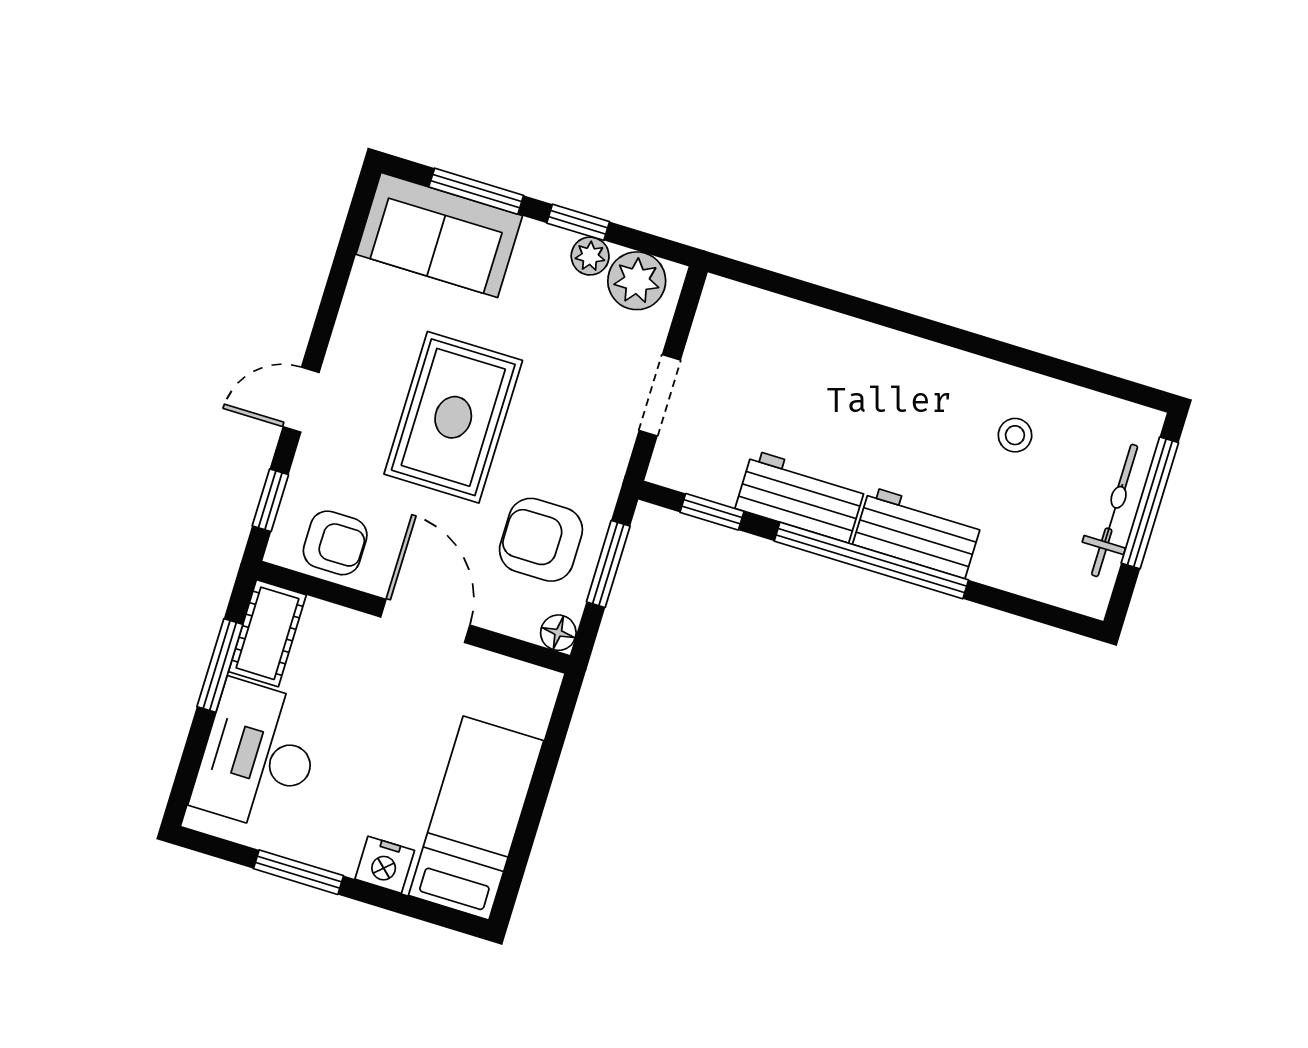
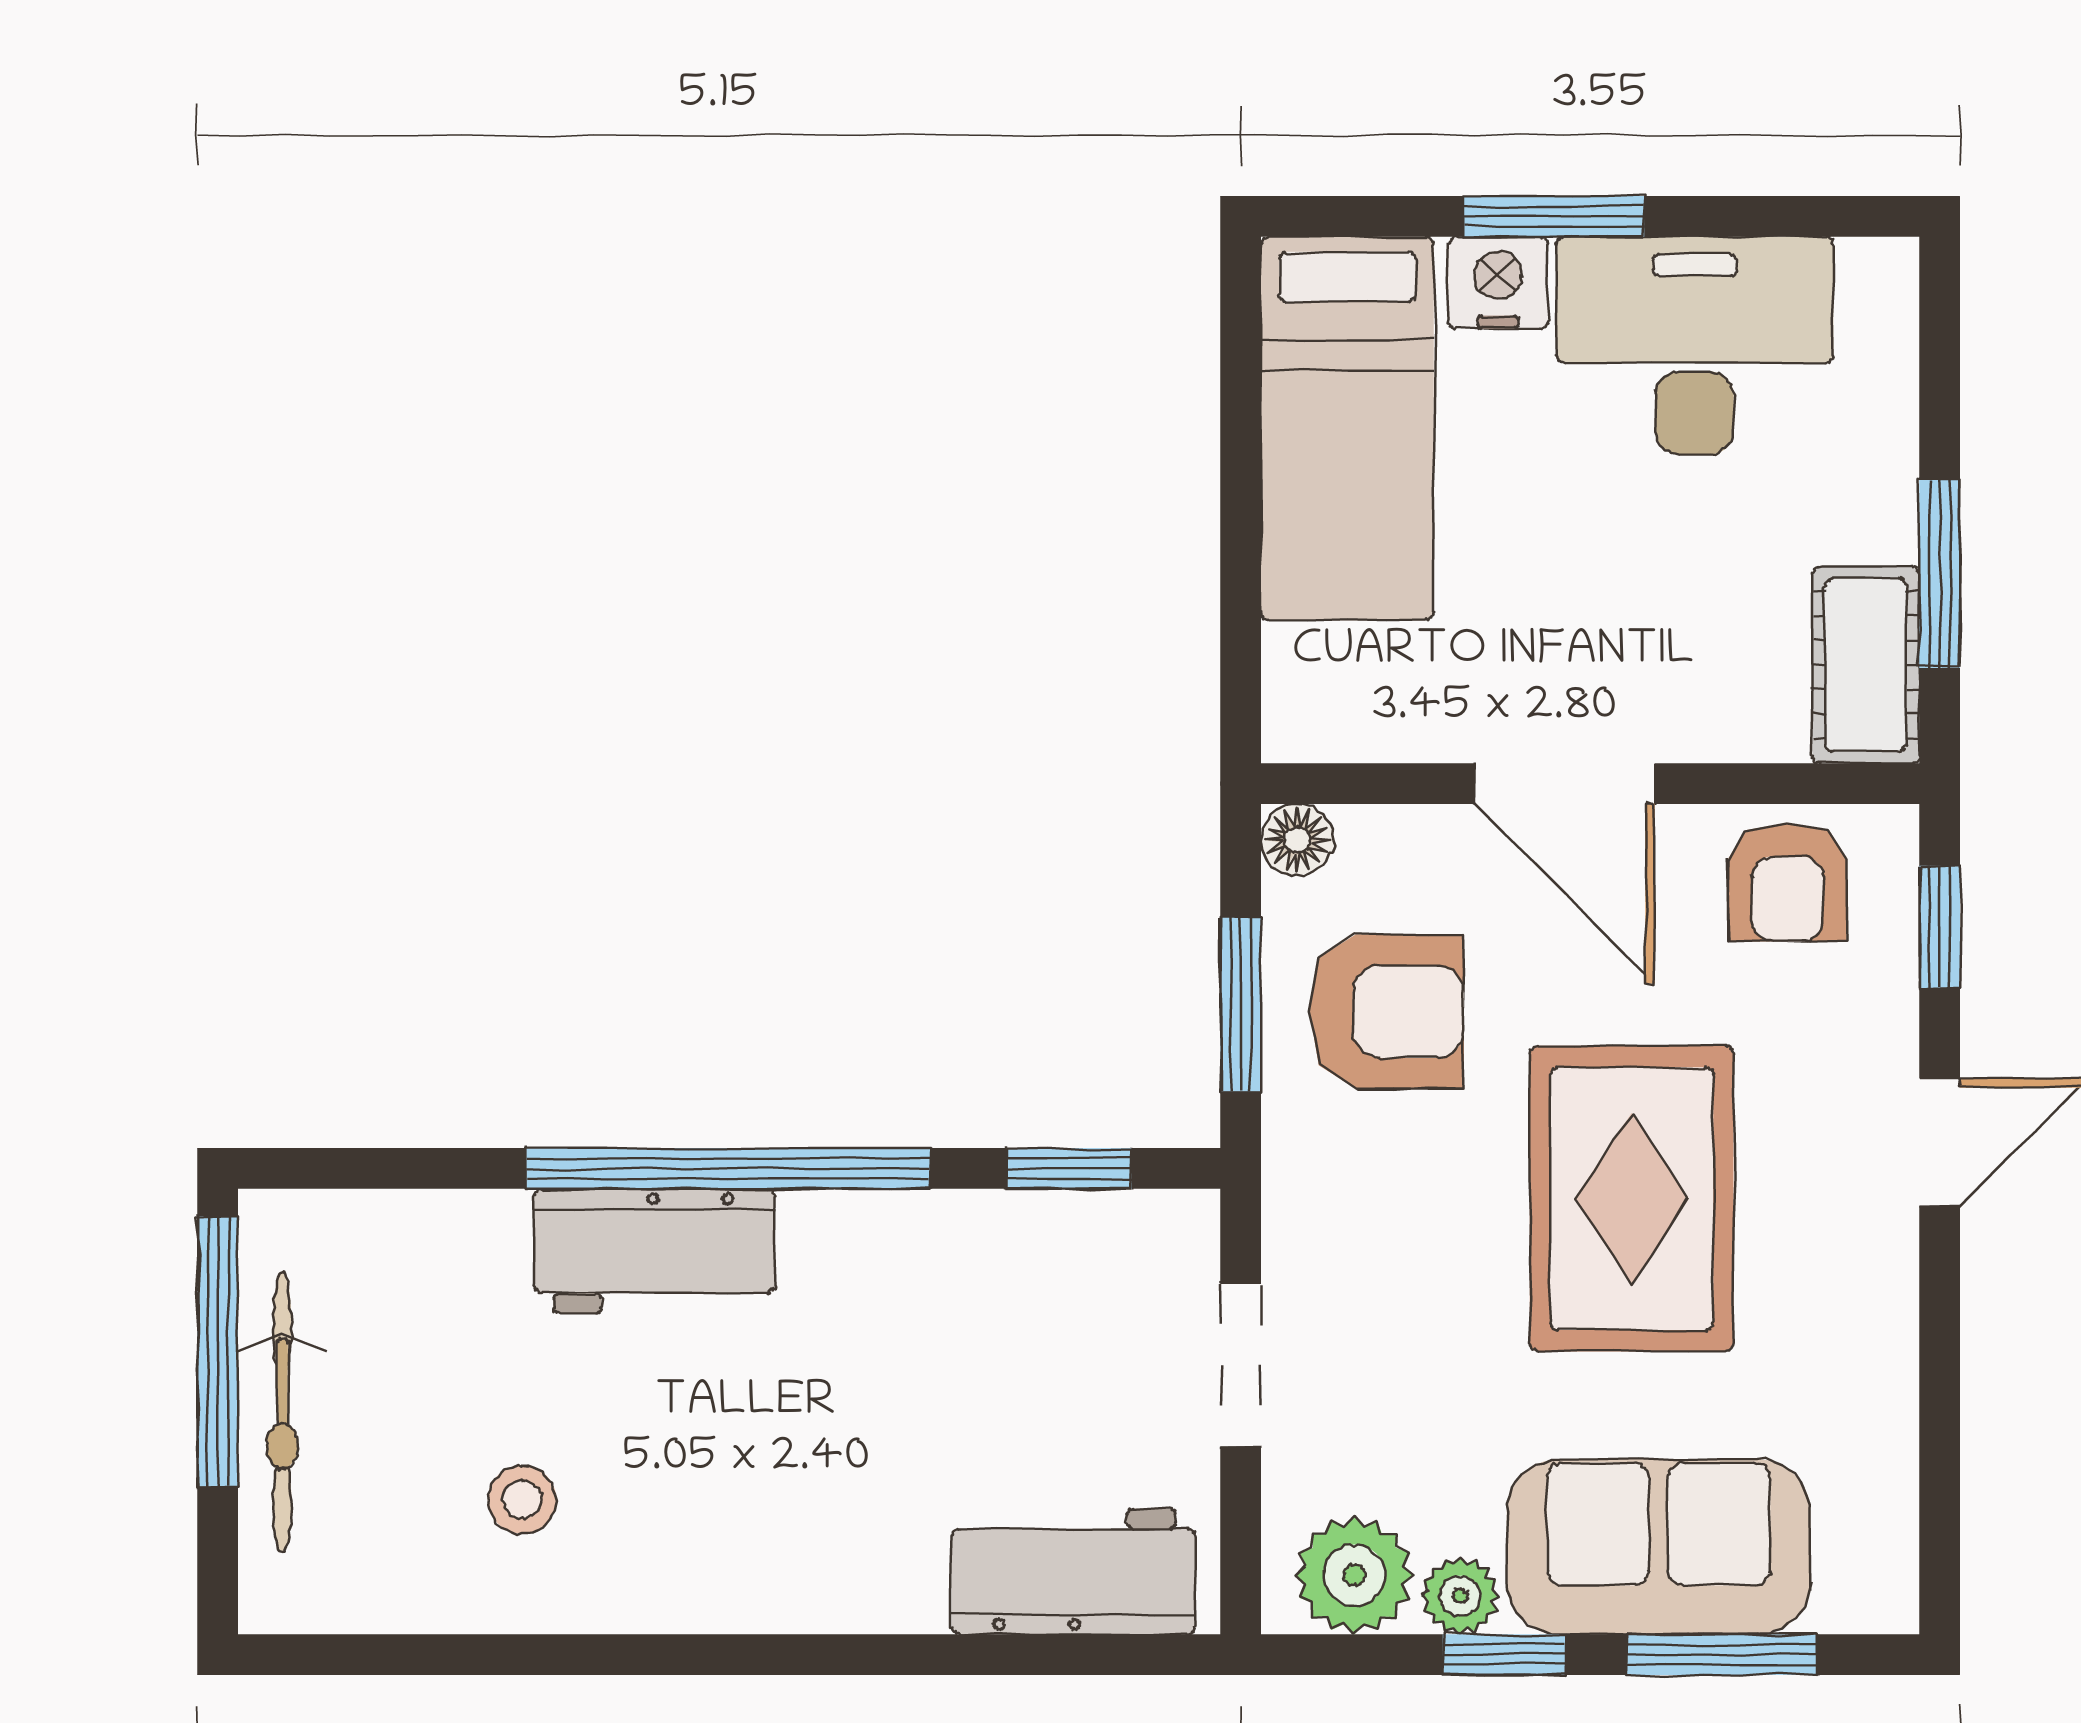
sofa: (439, 235) -> (1659, 1547), moved
workbench: (801, 496) -> (1073, 1572), moved, turned 180
window: (1150, 503) -> (218, 1351), moved
armchair: (335, 543) -> (1787, 882), turned -90
desk: (258, 756) -> (1695, 345), moved, turned -90
window: (298, 872) -> (1554, 216), moved

